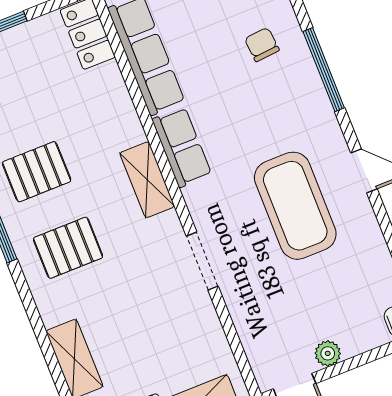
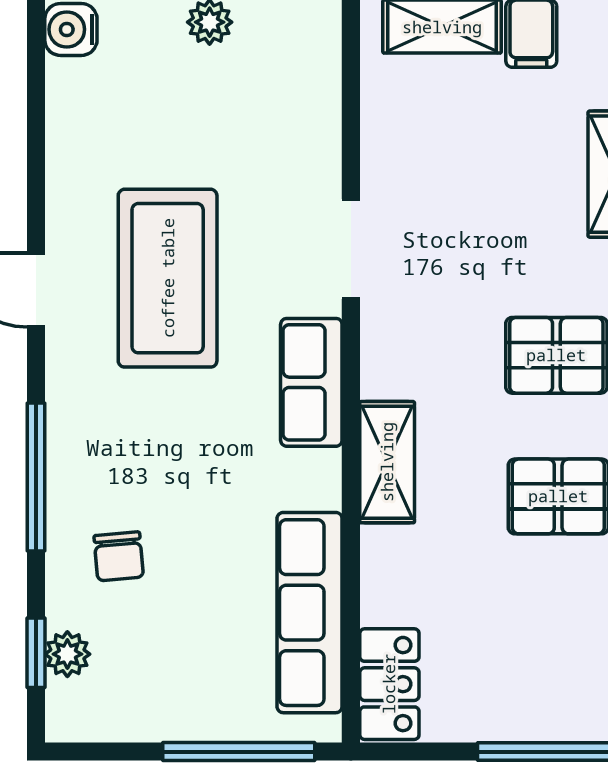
row of seats: (182, 147) -> (311, 382), moved
shelving: (147, 180) -> (387, 462), moved

